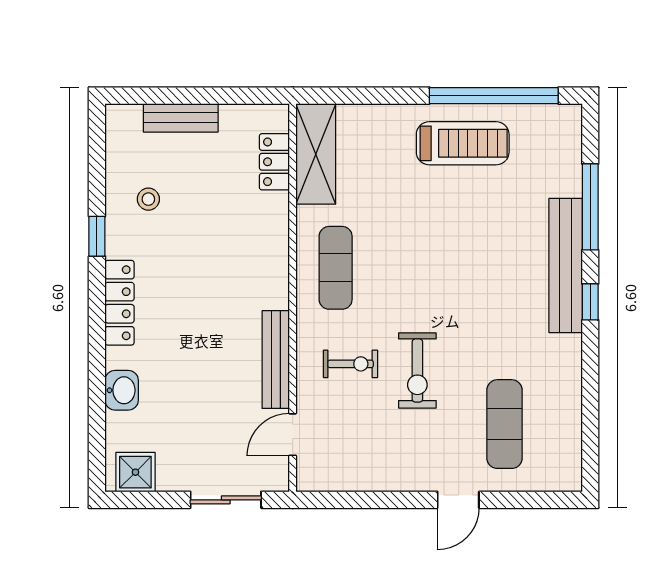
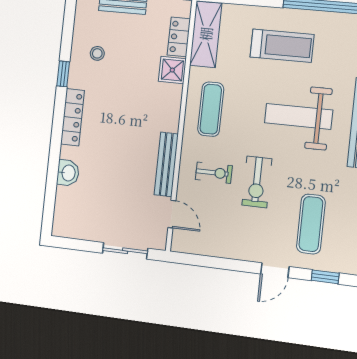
treadmill: (463, 143) -> (282, 46), moved
weight bench: (469, 265) -> (298, 116), added
door: (293, 435) -> (172, 214), swing flipped
shower: (135, 472) -> (172, 70), moved
window: (534, 500) -> (325, 277), added

